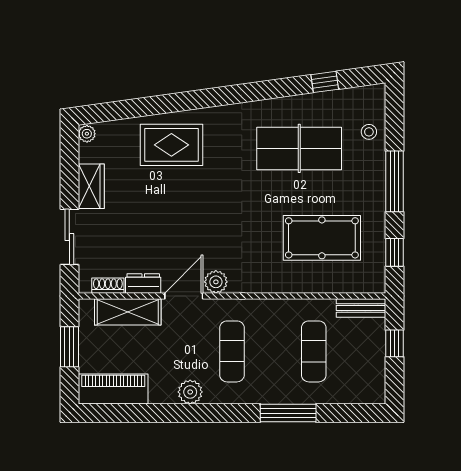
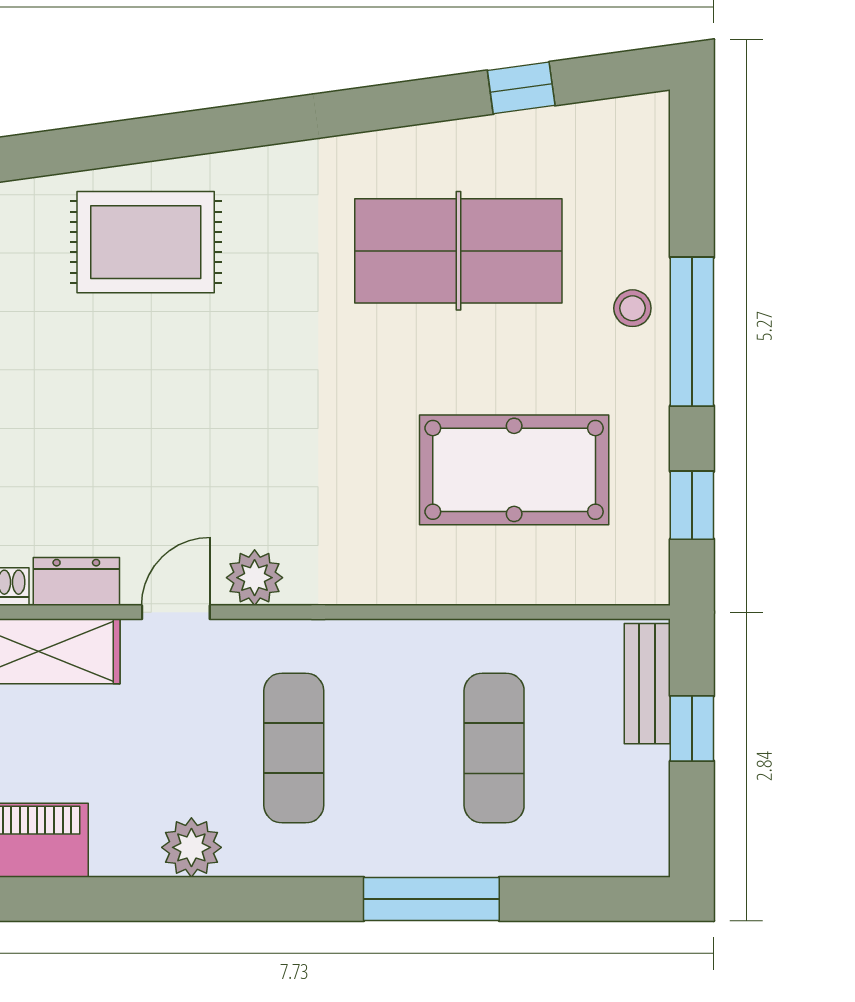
stool: (369, 132) -> (632, 308), moved
door: (184, 296) -> (176, 612), width x0.73
bench: (361, 308) -> (647, 684), moved, turned 90

